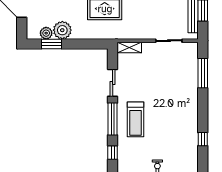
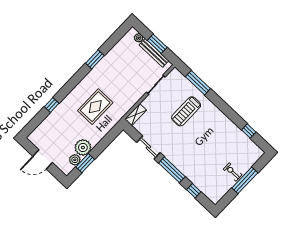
treadmill: (135, 119) -> (186, 111), moved, turned 90
window: (203, 139) -> (249, 131), moved

